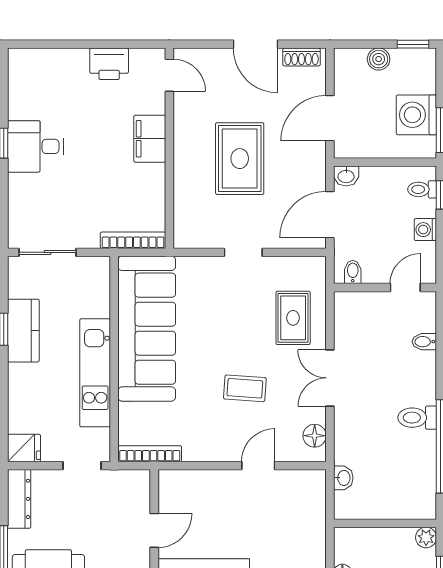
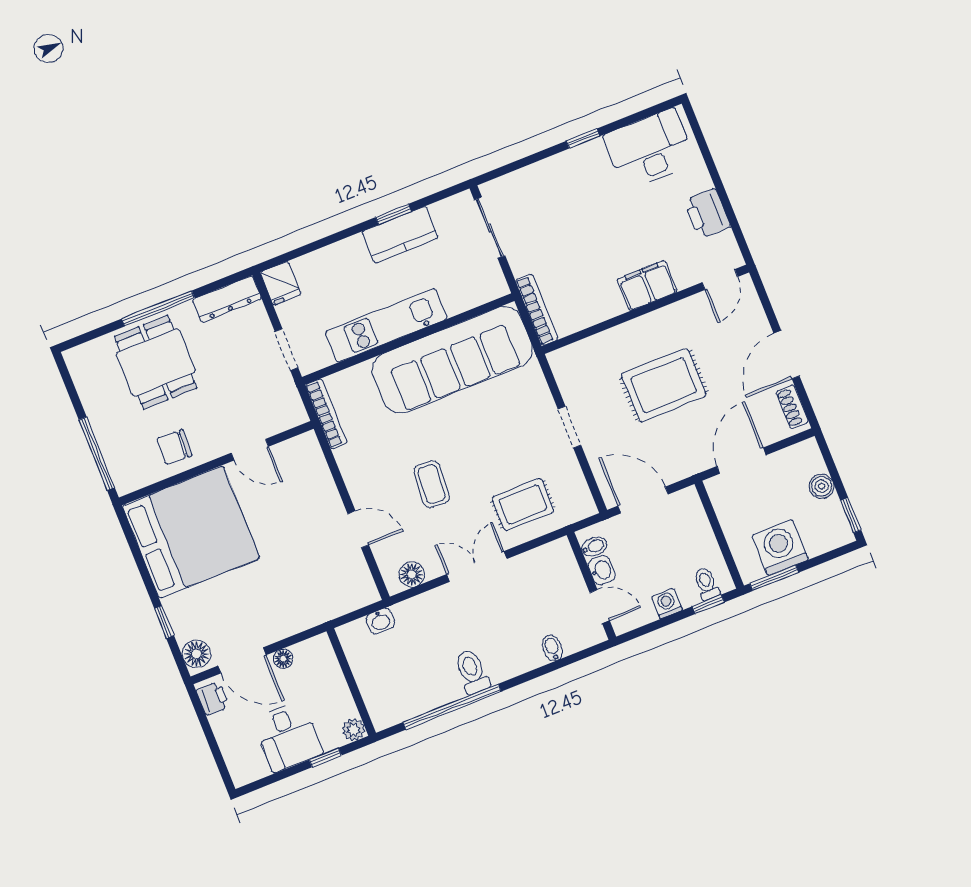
door: (330, 118) -> (741, 461), hinge flipped
desk: (35, 146) -> (649, 149), moved, width x1.37
washbasin: (346, 176) -> (602, 570), moved, turned 180

